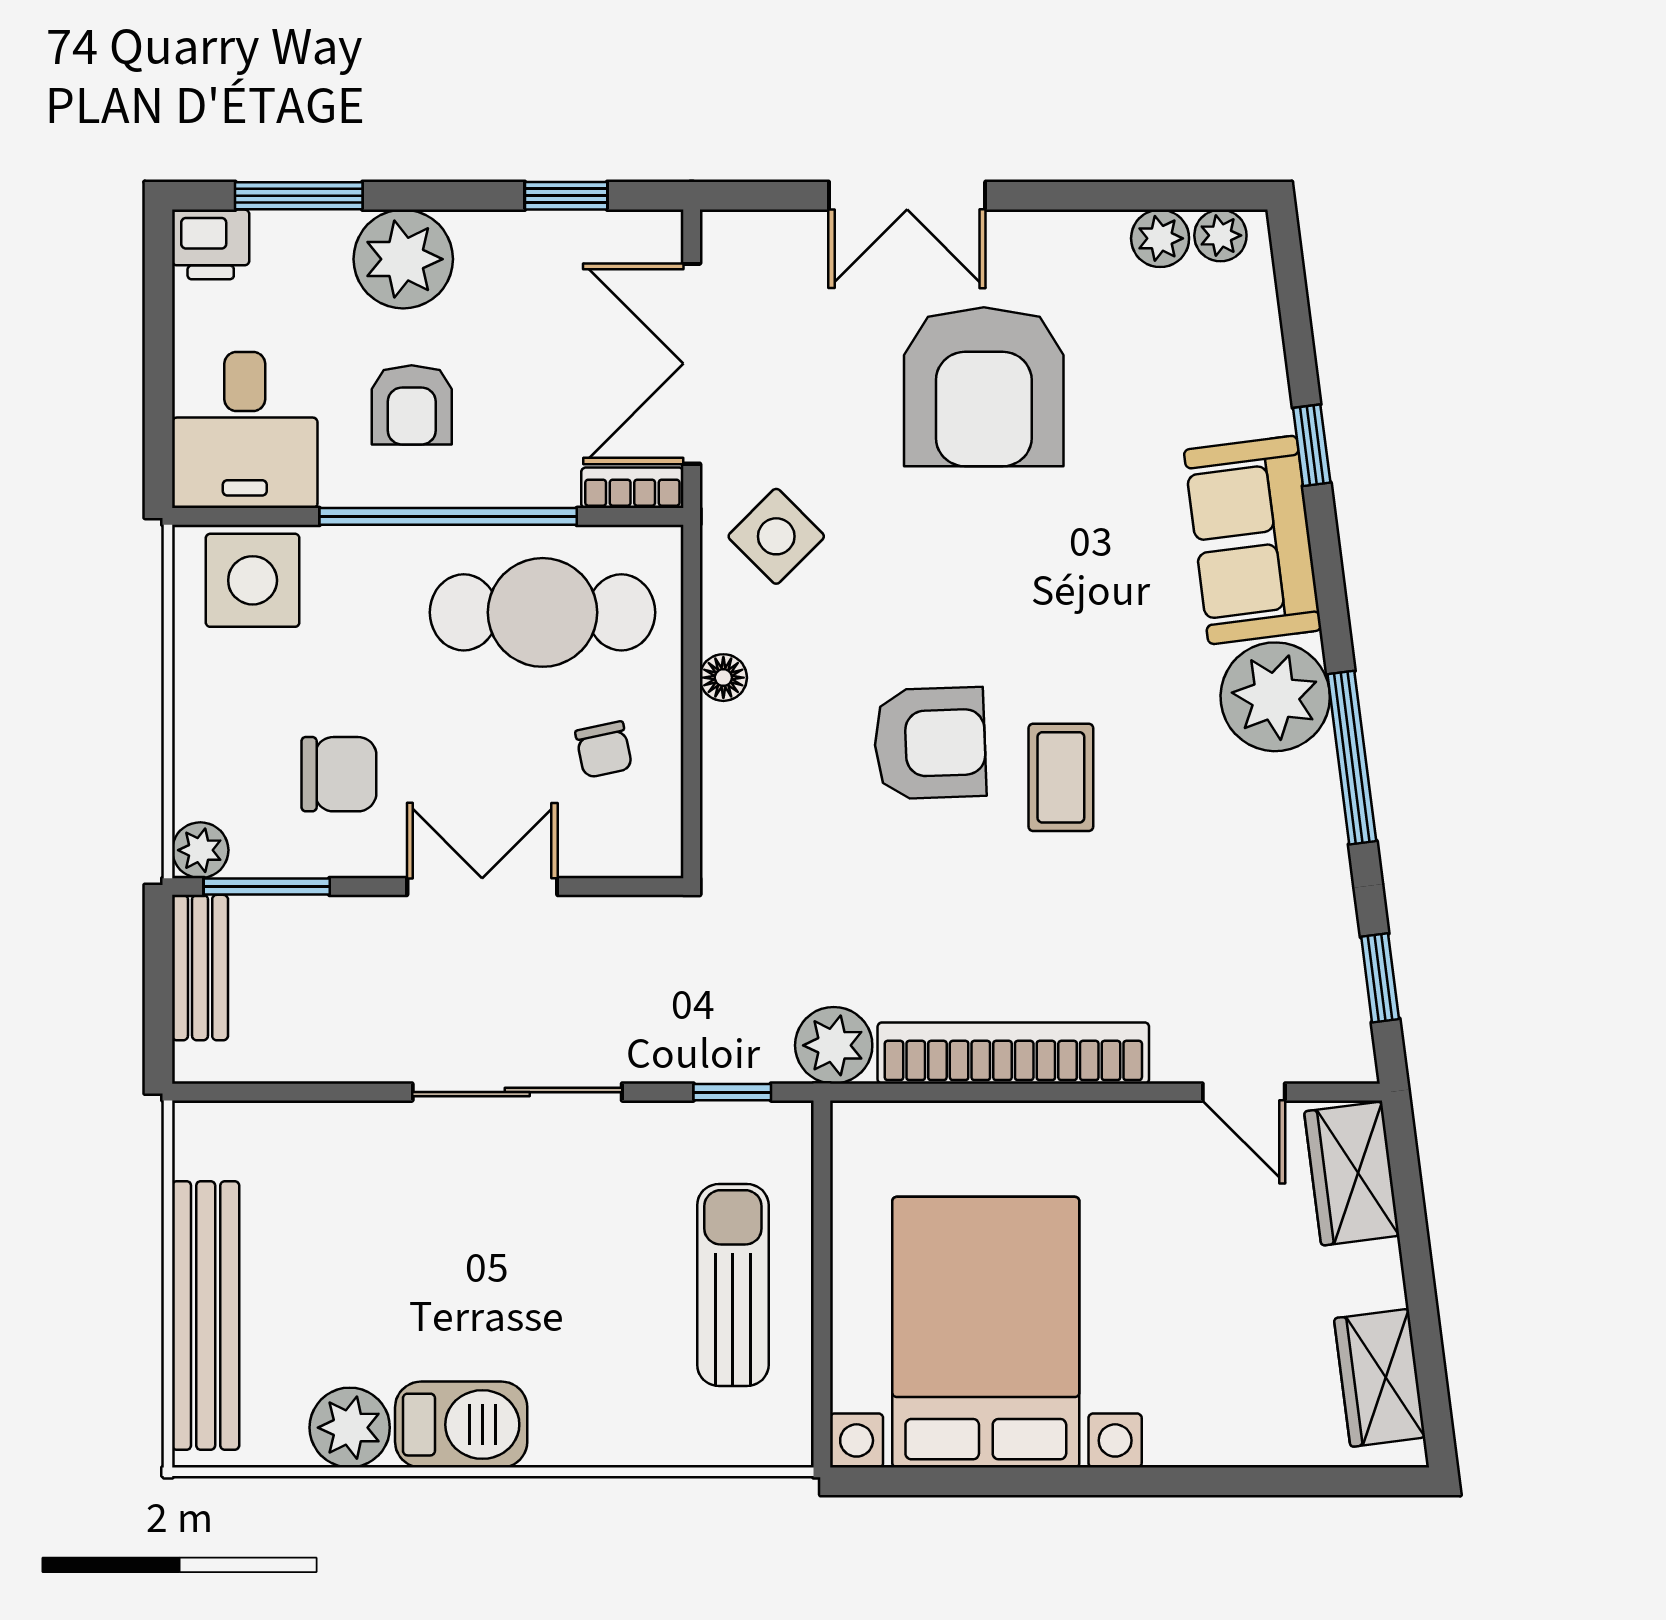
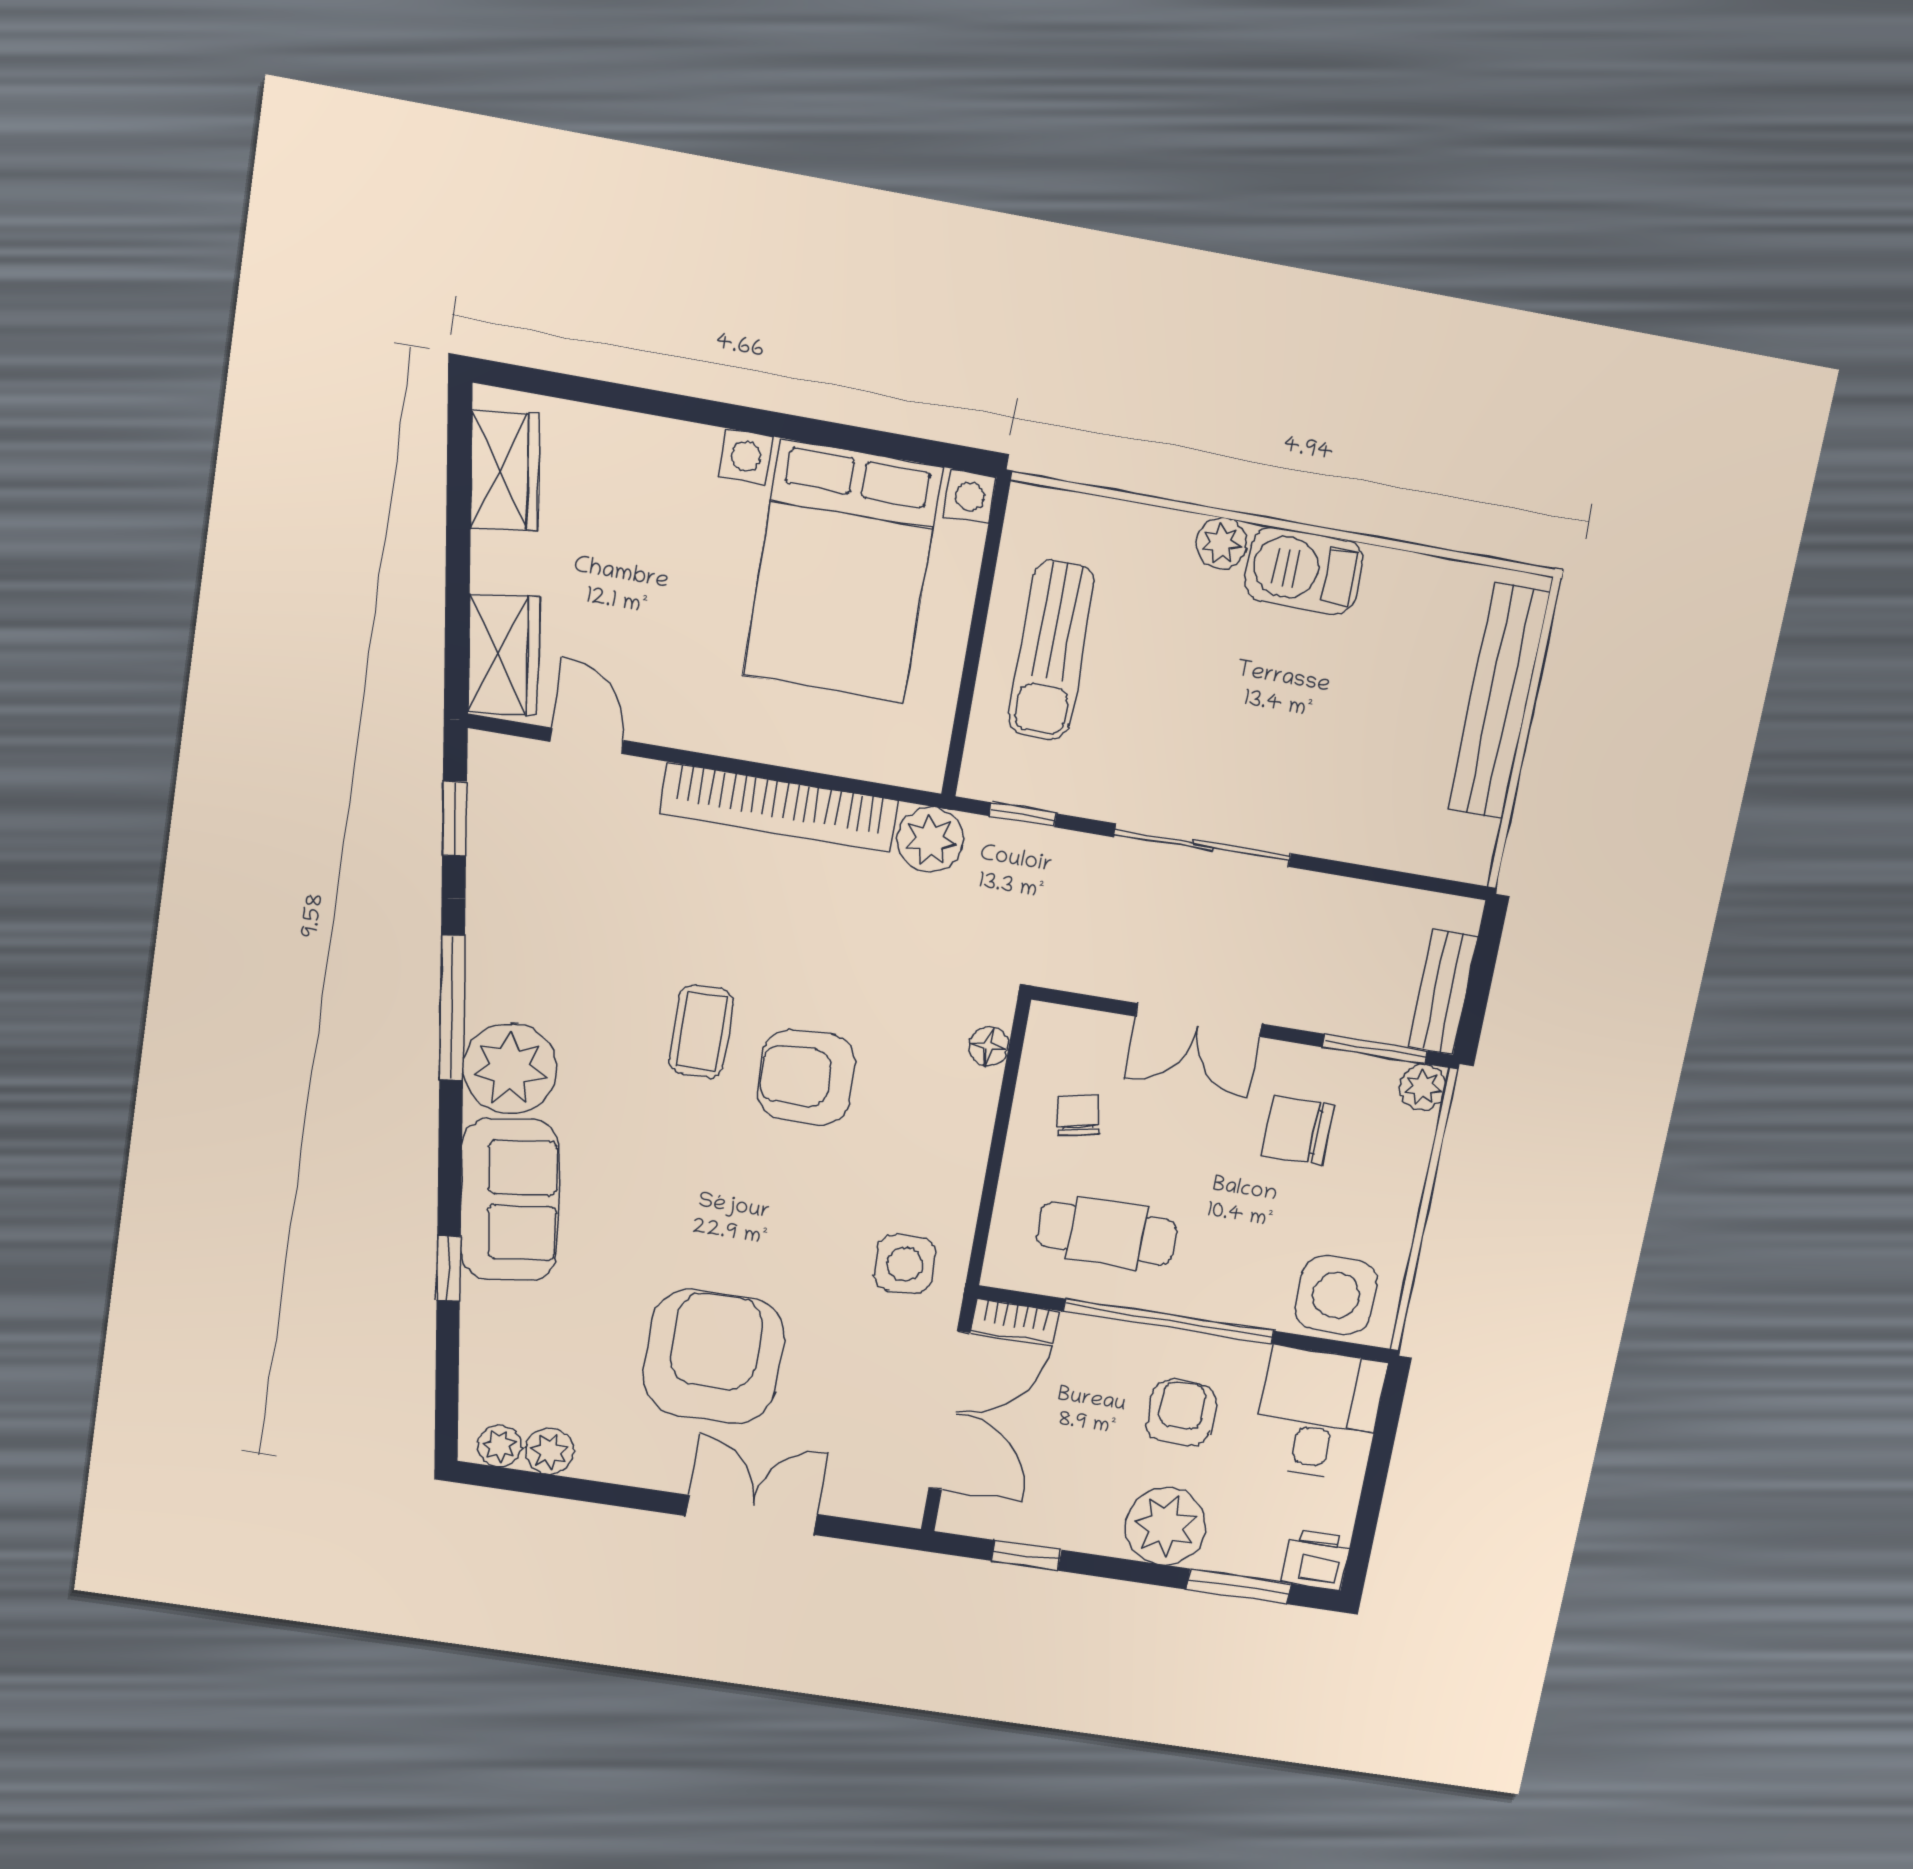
side table: (776, 536) -> (905, 1264), turned 45
cafe table: (543, 612) -> (1107, 1233), width x0.73, depth x0.74
floor lamp: (723, 678) -> (989, 1046), moved
plant: (350, 1428) -> (1221, 543), moved, width x0.73, depth x0.73

